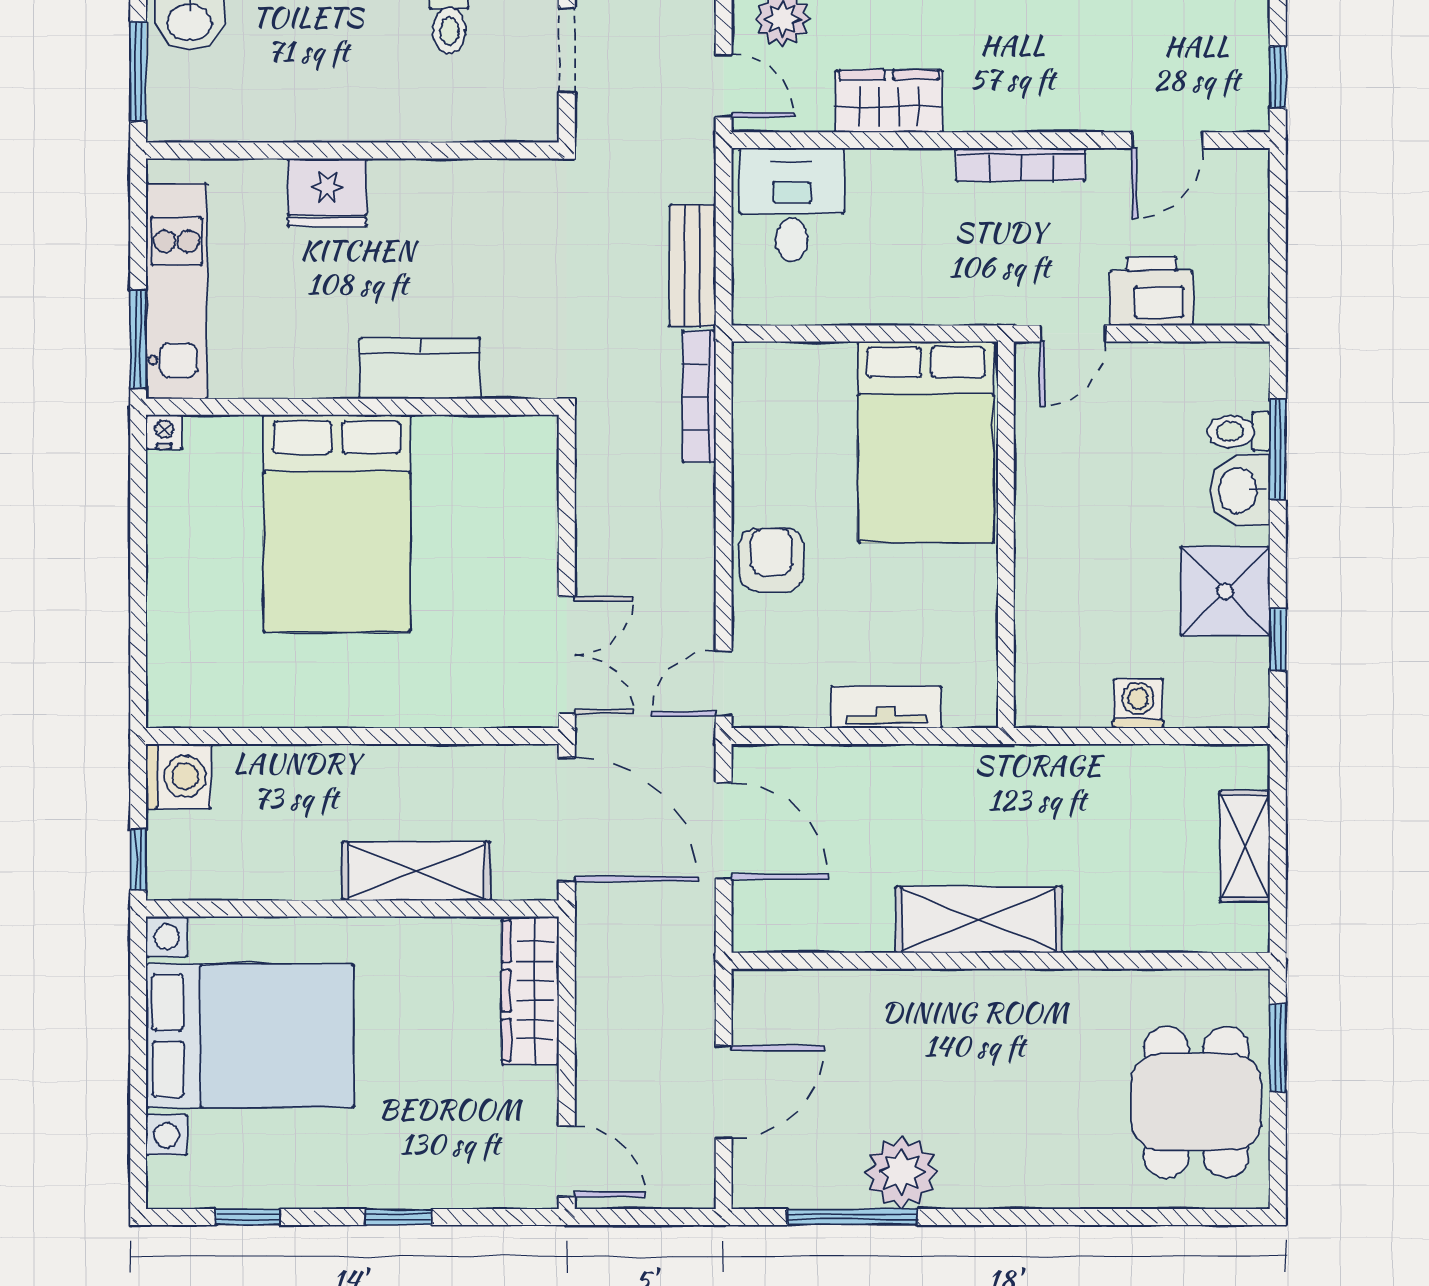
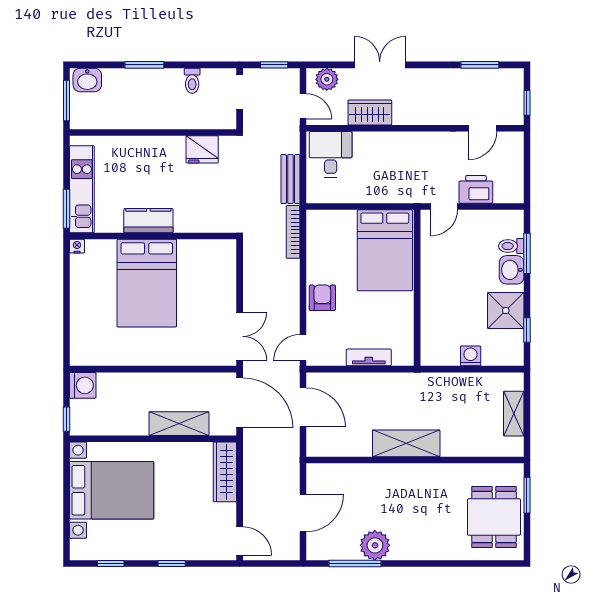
bookcase: (1021, 165) -> (423, 138), removed
fridge: (327, 192) -> (202, 149), moved
kitchen counter: (420, 369) -> (148, 221), moved

